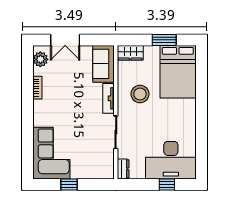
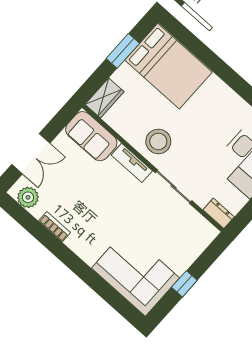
stool: (140, 94) -> (158, 141), moved

